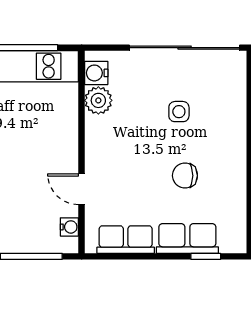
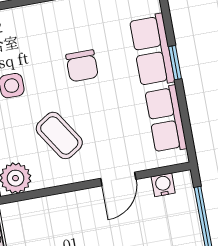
coffee table: (128, 145) -> (59, 135), added
window: (206, 256) -> (175, 63), moved

